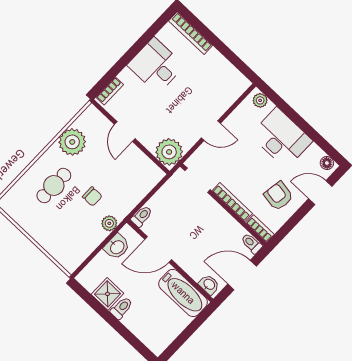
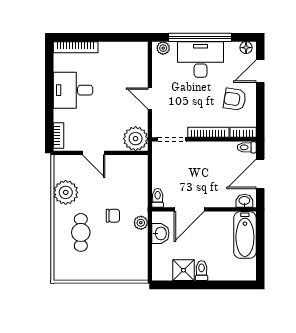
window: (298, 120) -> (200, 37), added
door: (211, 131) -> (150, 99), swing flipped
bathtub: (183, 293) -> (245, 235), moved, turned 90

